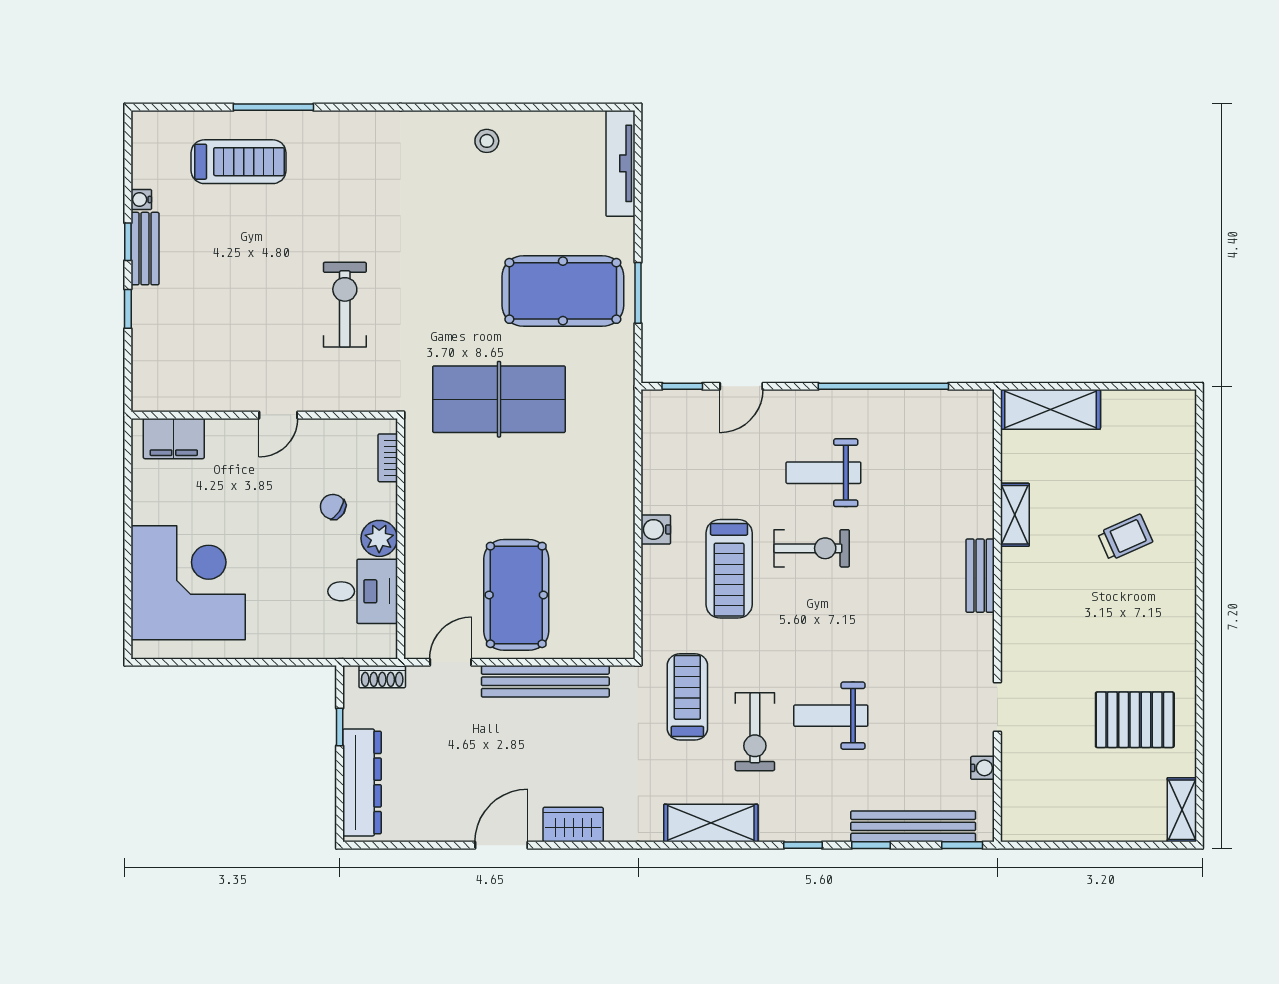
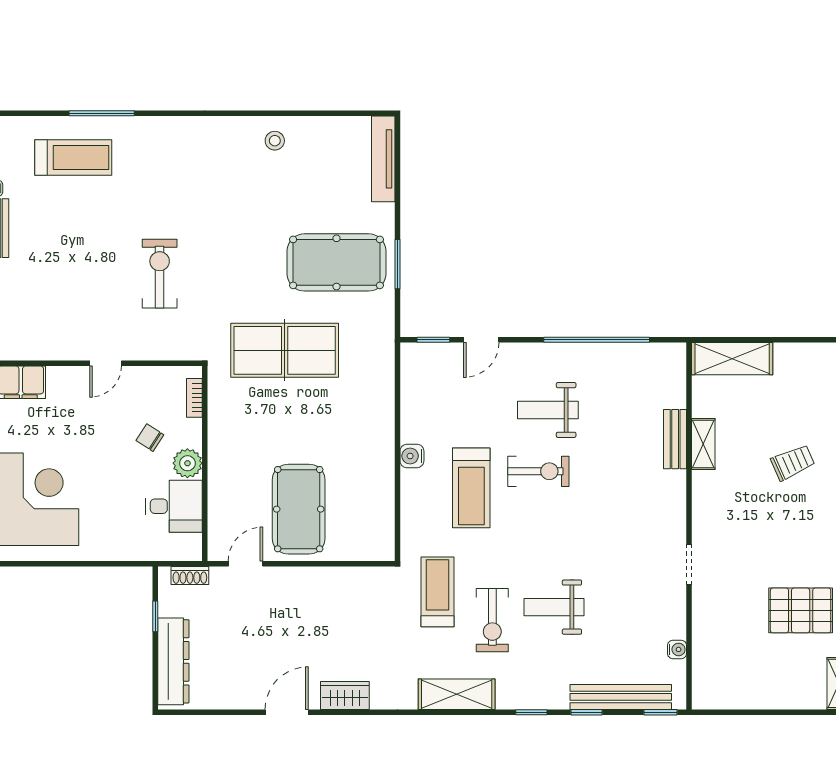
bench: (980, 576) -> (675, 439), moved
bench: (545, 681) -> (322, 579), removed
doorway: (997, 707) -> (689, 564), moved

